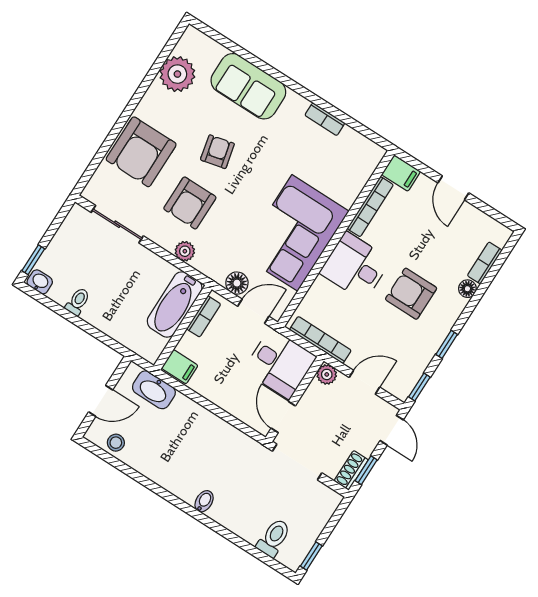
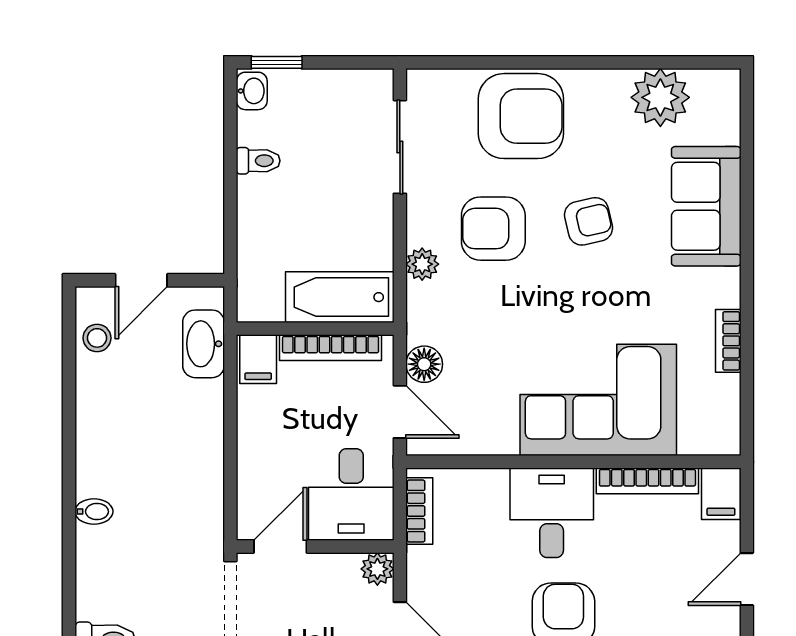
armchair: (141, 152) -> (521, 116), turned 180
corner sofa: (295, 233) -> (598, 400), moved
bookcase: (204, 316) -> (331, 348), width x1.56
bookcase: (320, 340) -> (419, 511), width x0.64
door: (101, 401) -> (141, 280), hinge flipped

